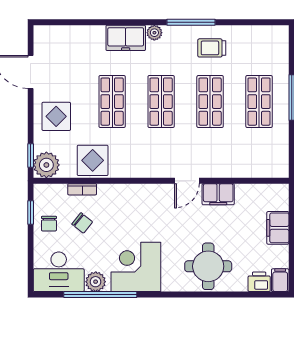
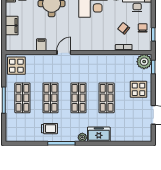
display table: (93, 160) -> (16, 66), moved
filing cabinet: (218, 194) -> (41, 45), width x0.50

